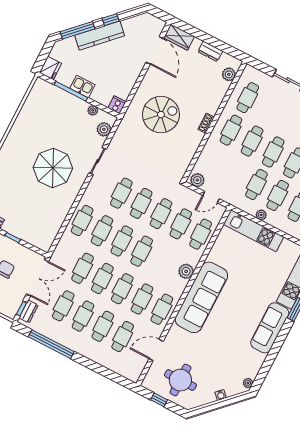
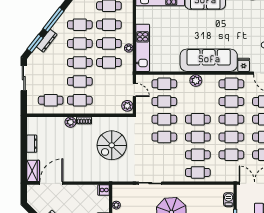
plant: (229, 74) -> (70, 122), moved
spiral stairs: (161, 115) -> (112, 145), moved, turned -90
plant: (104, 129) -> (126, 190), removed
cafe table: (121, 193) -> (164, 155), removed
barbecue: (34, 239) -> (229, 200), added
fridge: (176, 334) -> (244, 65), added

